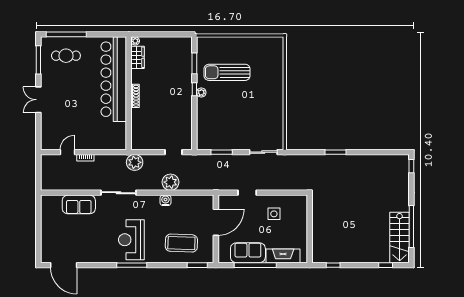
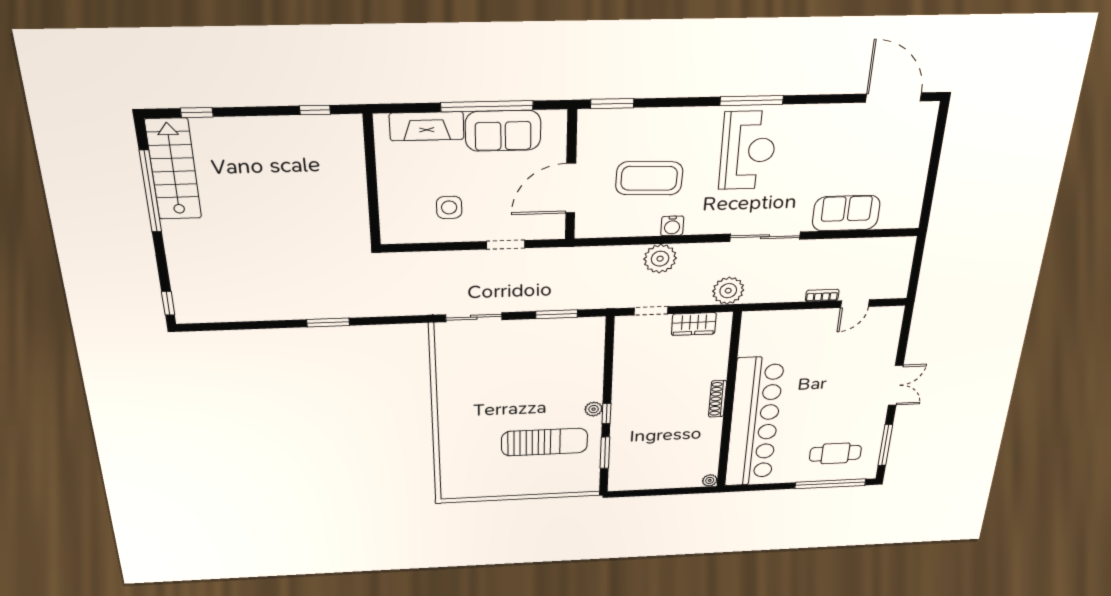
wardrobe: (138, 57) -> (694, 324), moved, turned -90
coffee table: (181, 243) -> (649, 178), moved

